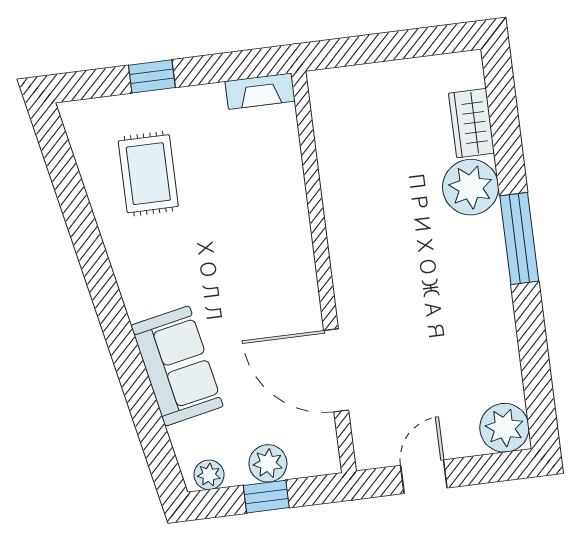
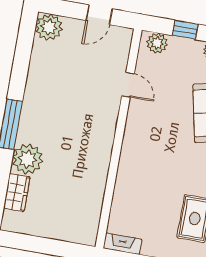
door: (336, 370) -> (128, 85), width x0.53
plant: (268, 463) -> (157, 43), moved

